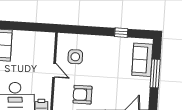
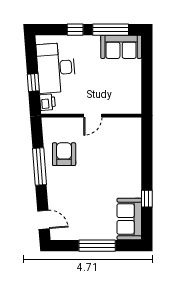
side table: (75, 57) -> (112, 142), removed
sofa: (142, 60) -> (129, 219), moved, turned -90

